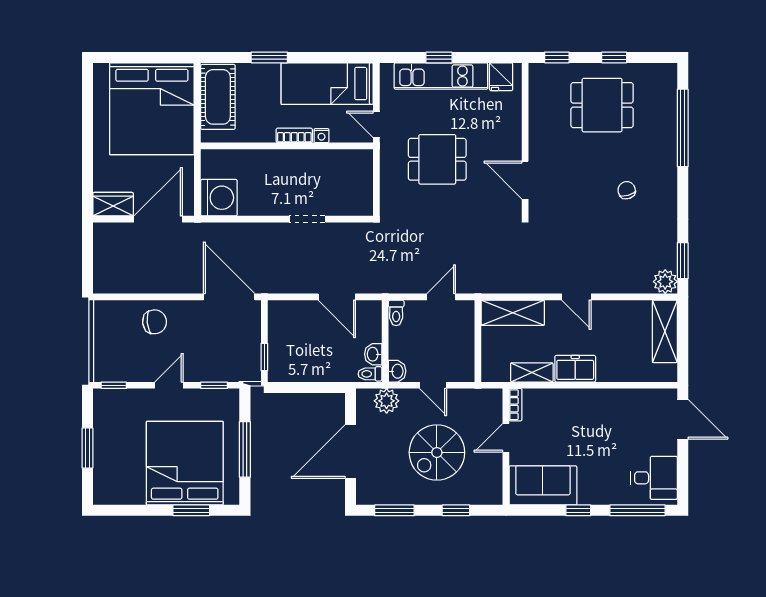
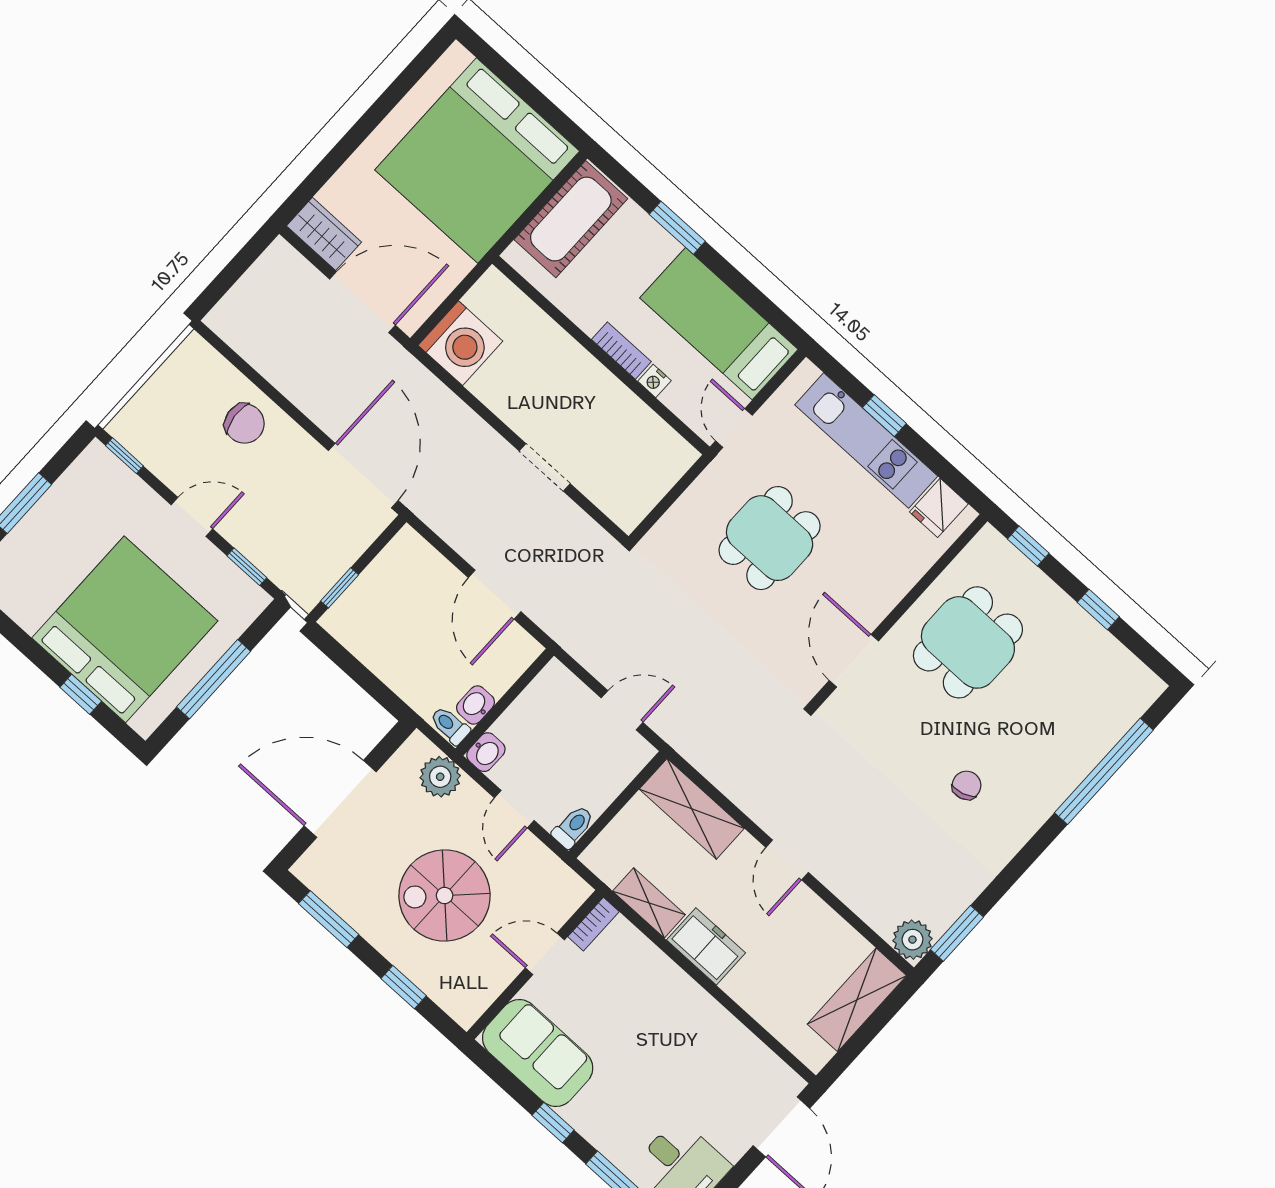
dining table: (602, 105) -> (968, 642), moved, turned 90
dining table: (437, 159) -> (770, 538), turned 90
toilet: (396, 313) -> (573, 827), moved, turned 180
window: (191, 510) -> (81, 694), width x0.67

